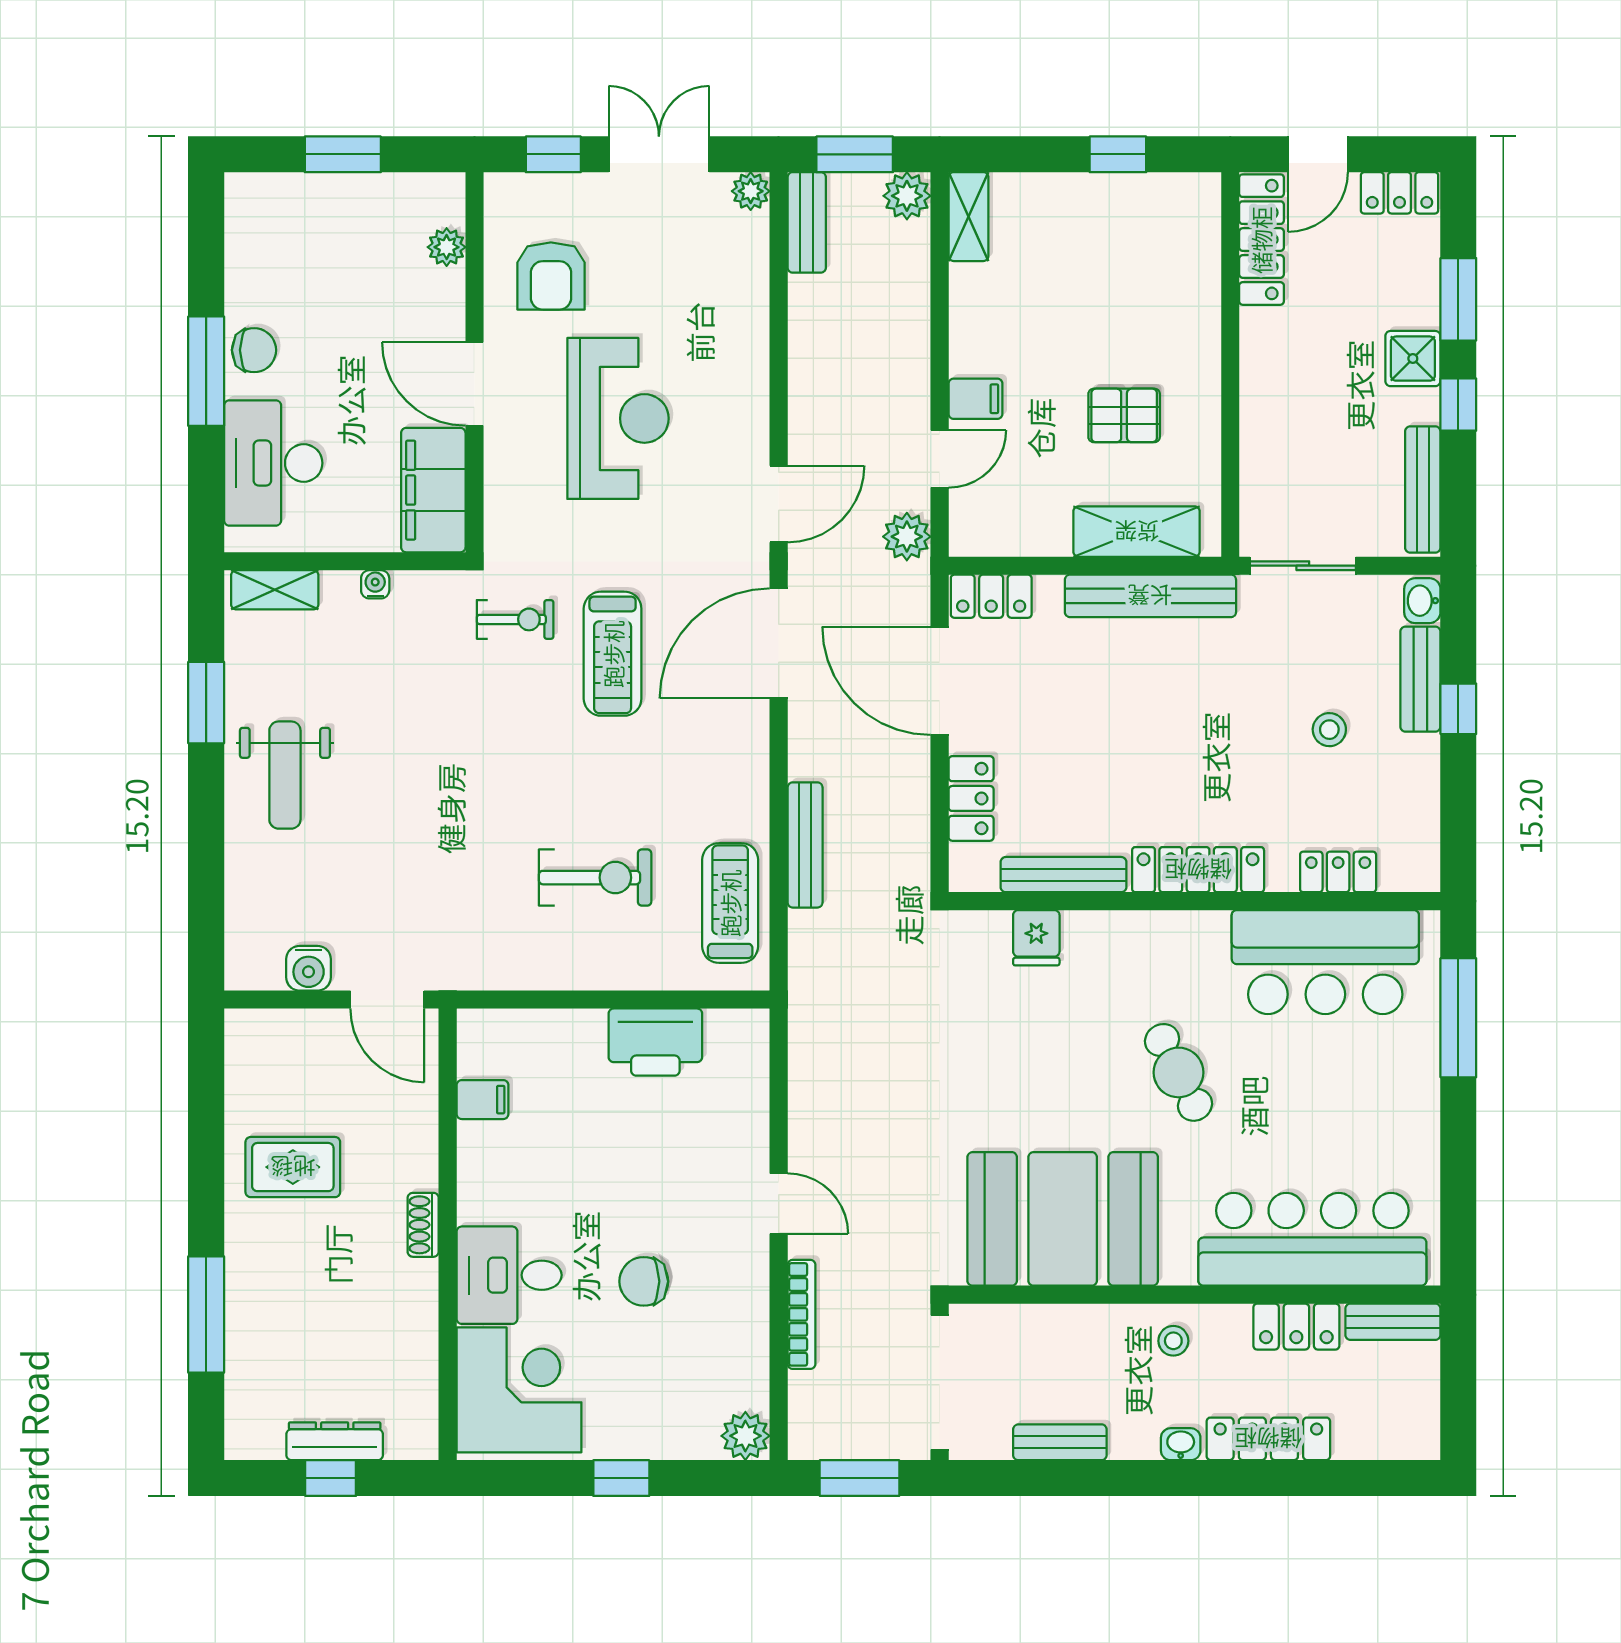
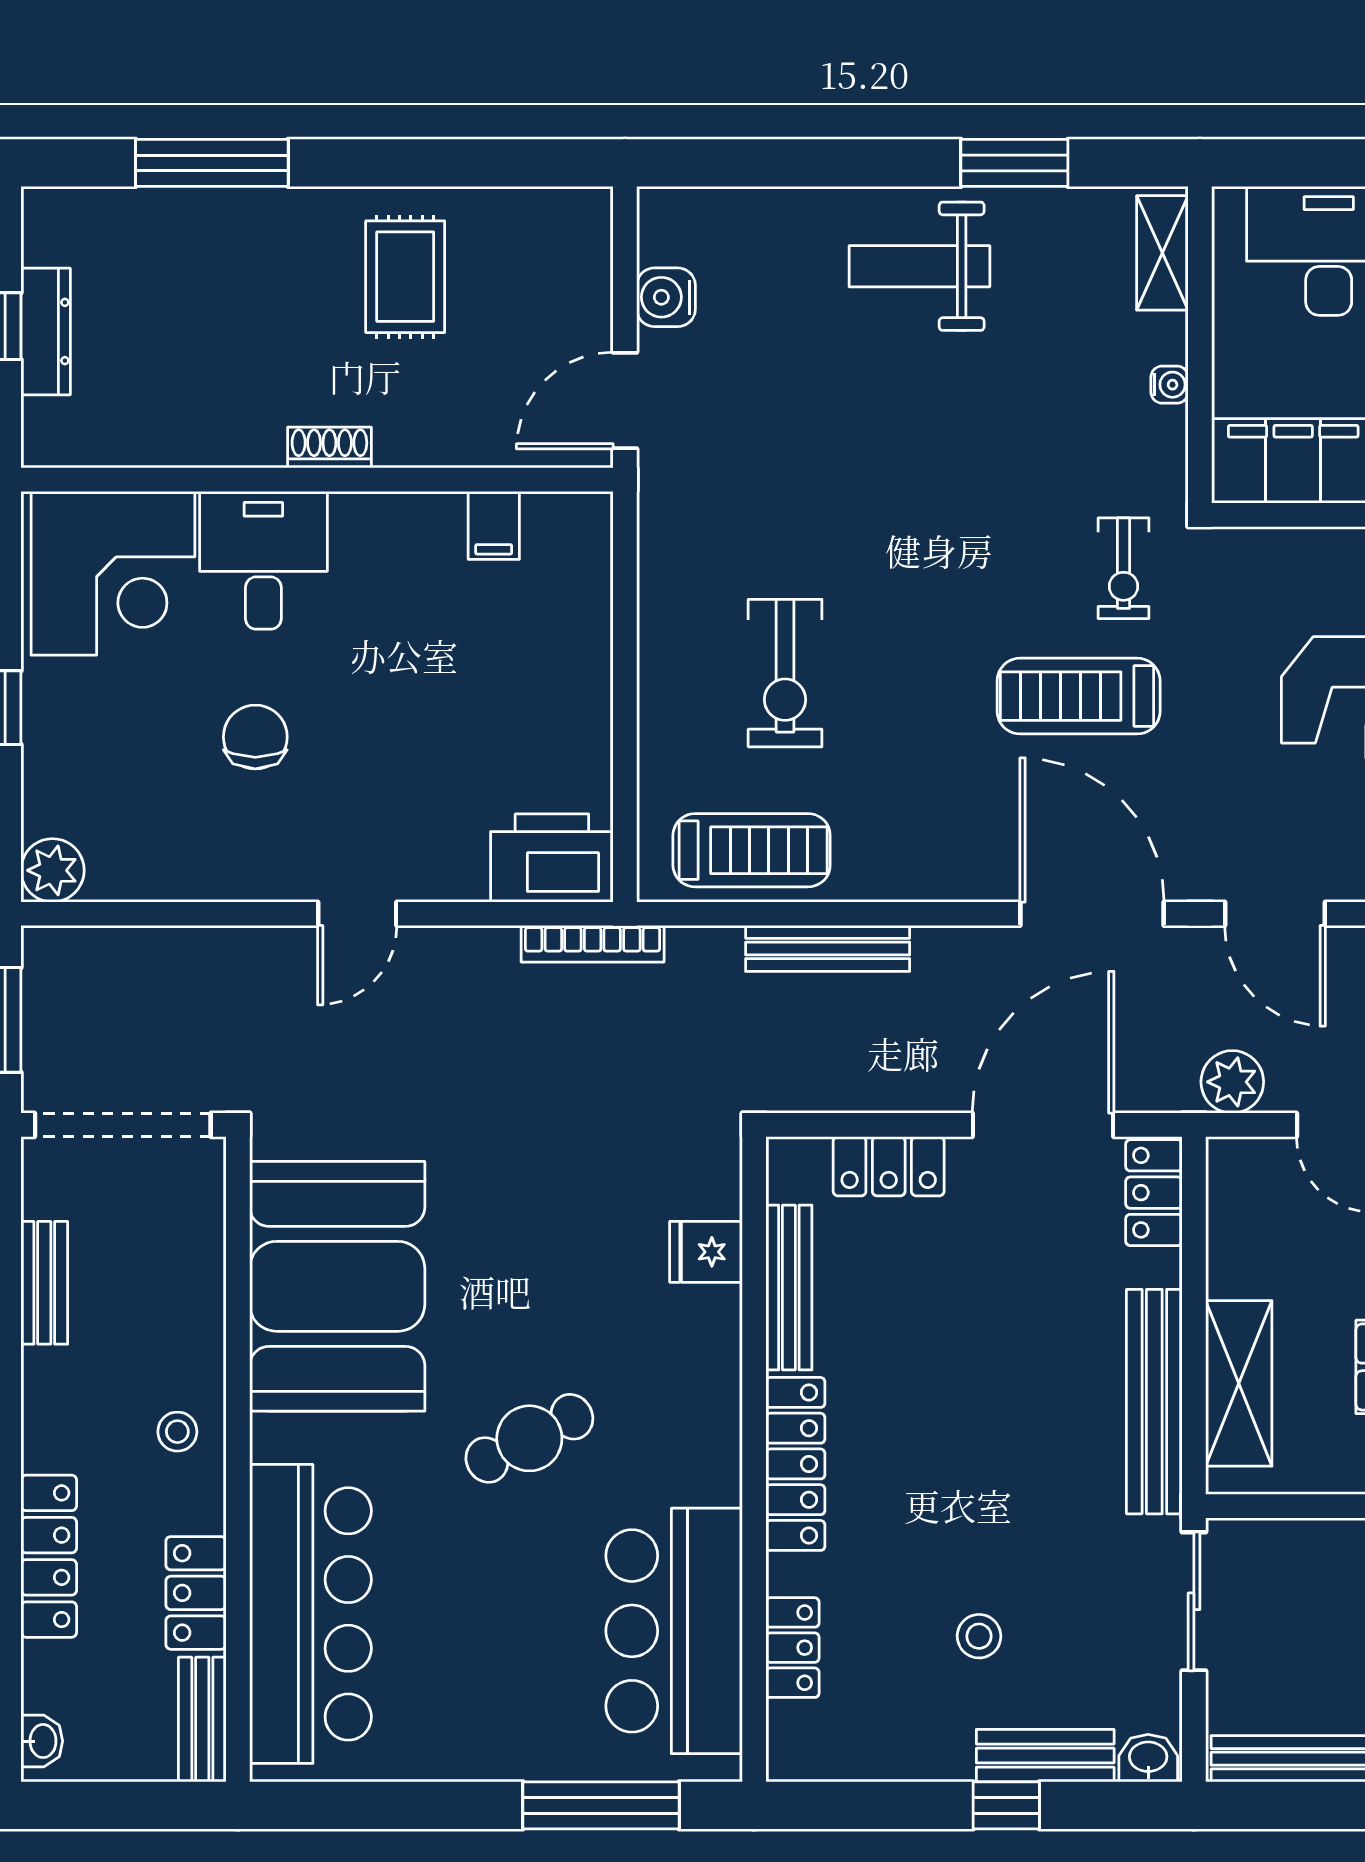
printer: (655, 1042) -> (552, 858), moved, turned 90
bookcase: (801, 1314) -> (593, 944), moved
washbasin: (1181, 1444) -> (42, 1741), moved

